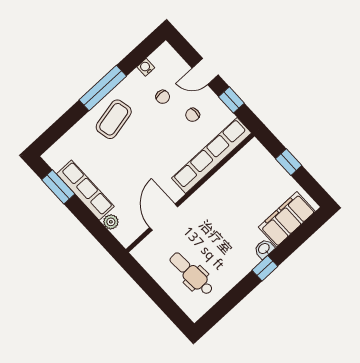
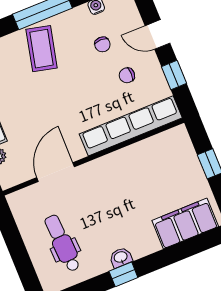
coffee table: (114, 119) -> (42, 49), turned -65
washbasin: (264, 249) -> (121, 257), moved
window: (265, 268) -> (123, 274), moved

